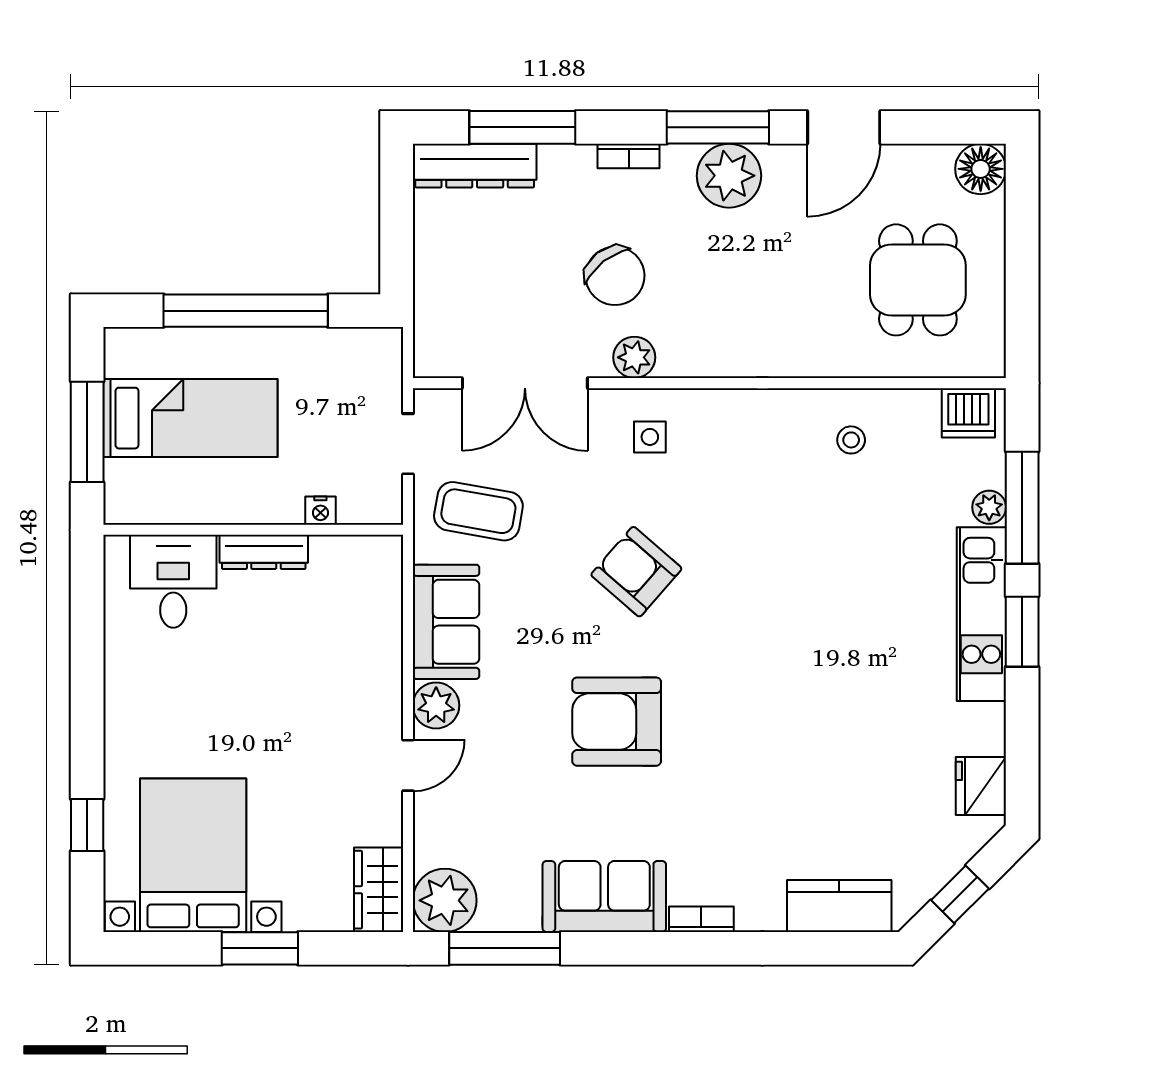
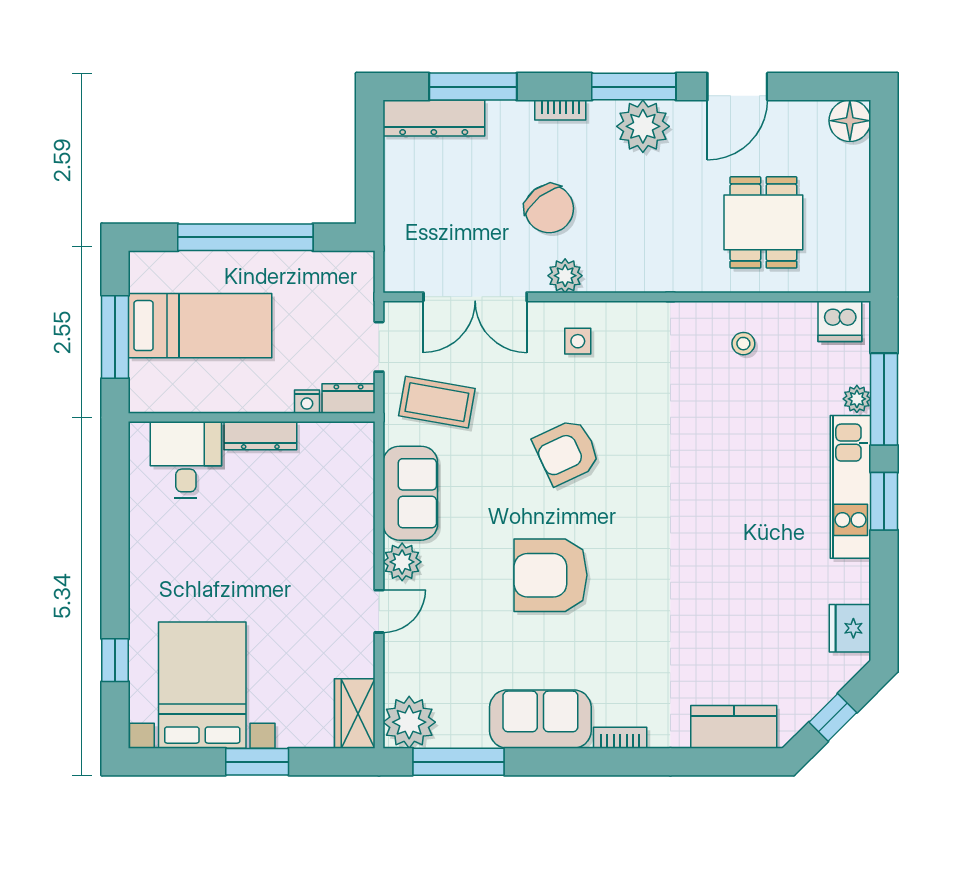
dining table: (918, 280) -> (763, 222), moved
dresser: (371, 507) -> (349, 399), added
armchair: (636, 572) -> (567, 452), turned -66

